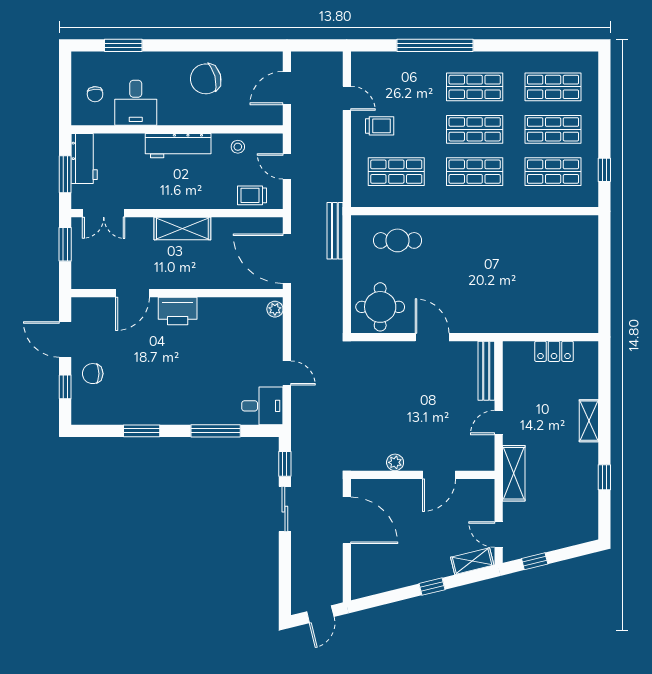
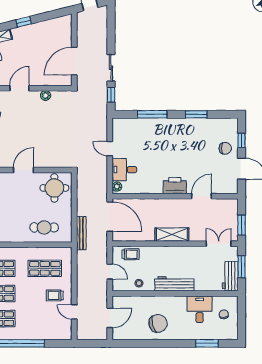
door: (432, 337) -> (24, 170), swing flipped
desk: (262, 406) -> (124, 170), moved
door: (347, 520) -> (74, 61), hinge flipped

